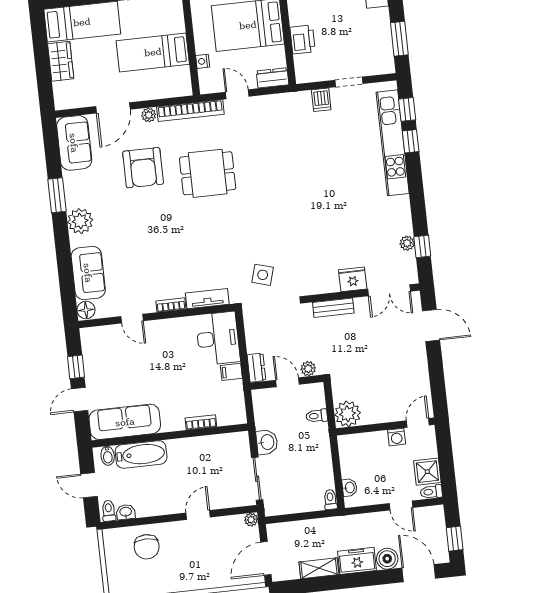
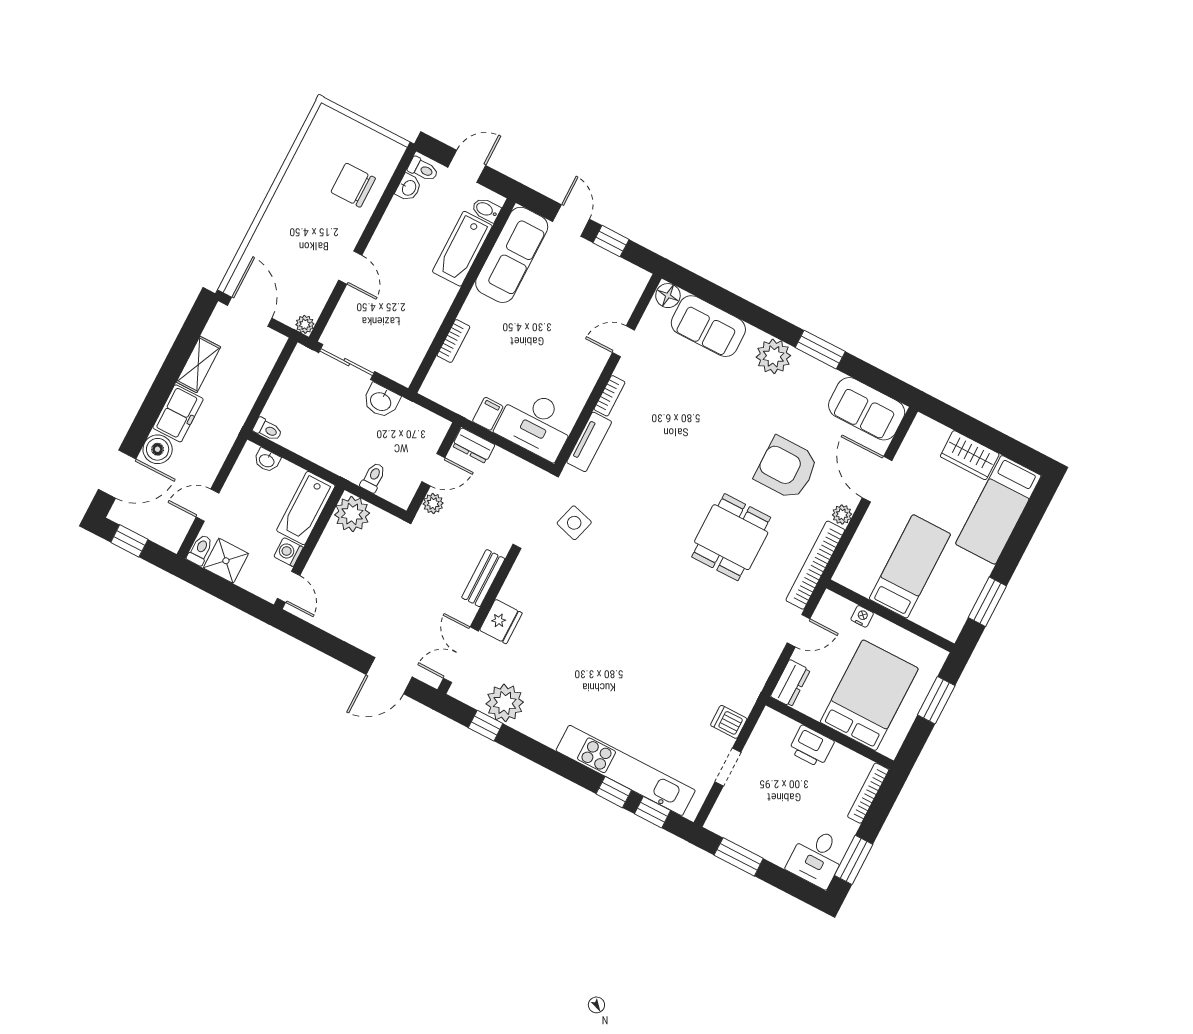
plant: (407, 243) -> (505, 703), width x1.88, depth x1.88
bathtub: (363, 444) -> (306, 508), added

